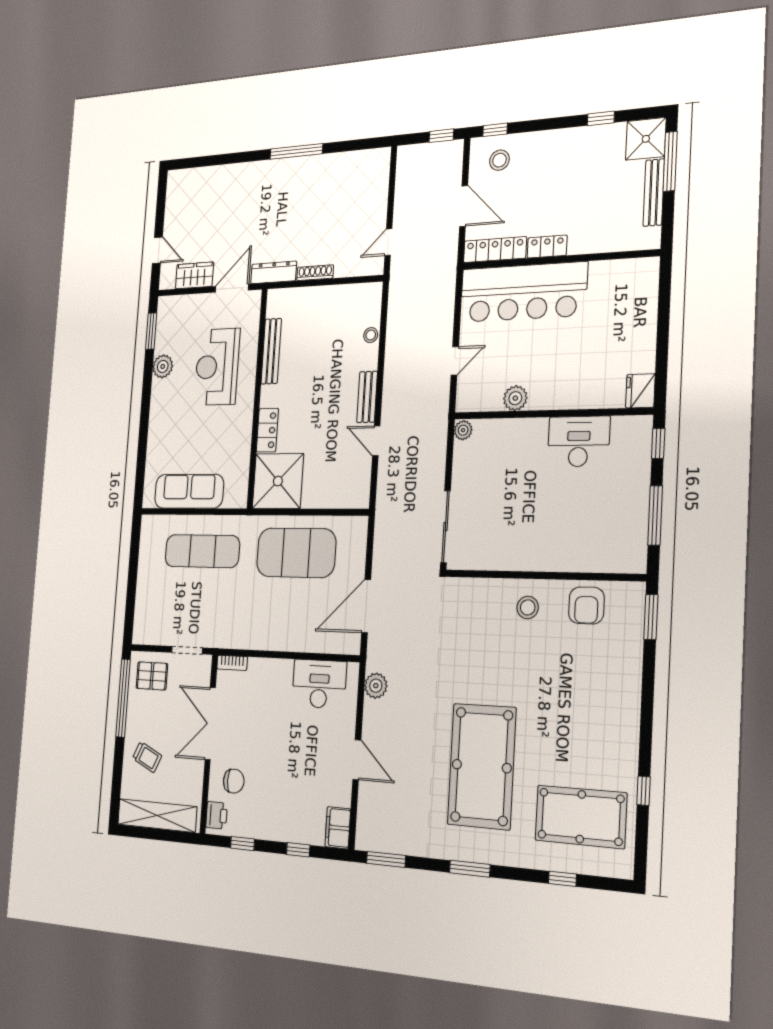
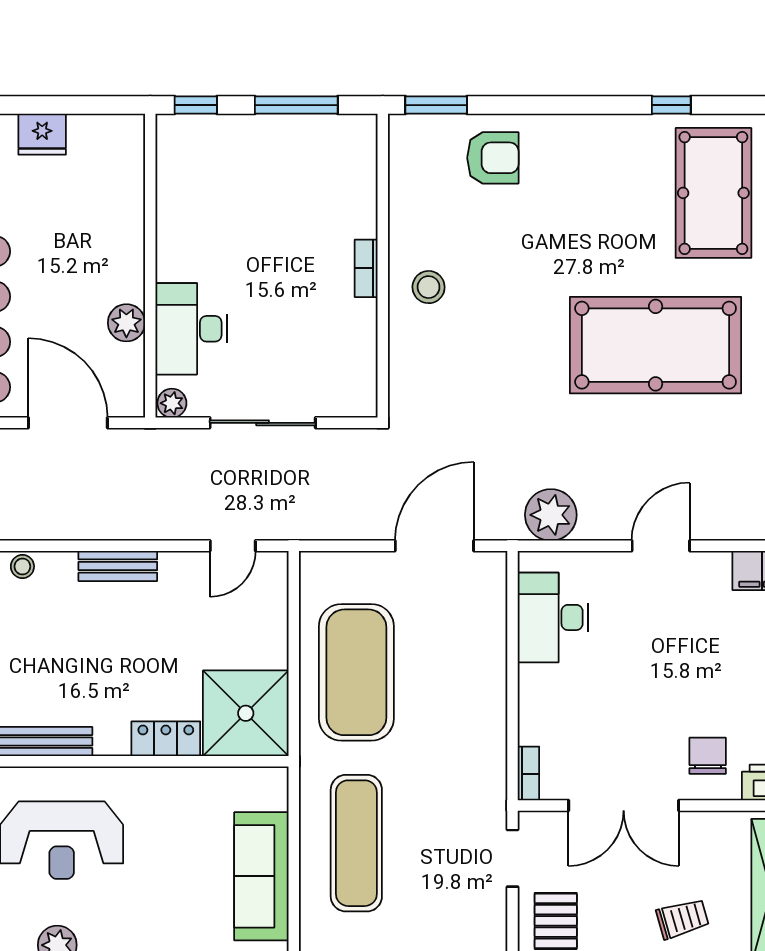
door: (455, 361) -> (68, 423), width x1.87
fridge: (640, 391) -> (42, 134), moved
door: (376, 441) -> (233, 546), moved
desk: (579, 441) -> (191, 329), moved
sliding door: (446, 527) -> (263, 423), moved
bookcase: (542, 564) -> (366, 268), added
armchair: (586, 605) -> (493, 158), moved
door: (366, 606) -> (434, 546), swing flipped
plant: (376, 686) -> (551, 515), width x1.36, depth x1.36
trolley: (147, 757) -> (682, 919), turned 49

